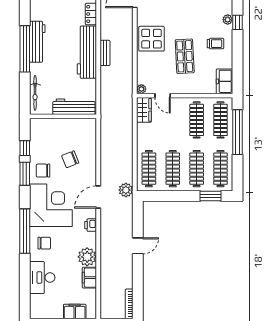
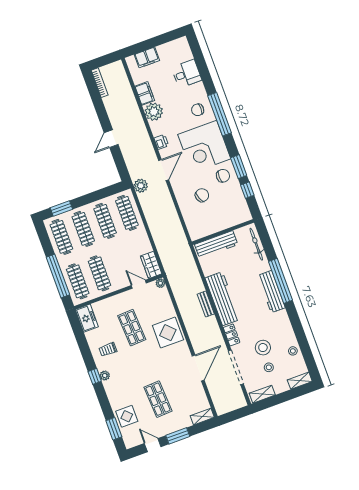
desk: (42, 278) -> (187, 74), width x0.73

